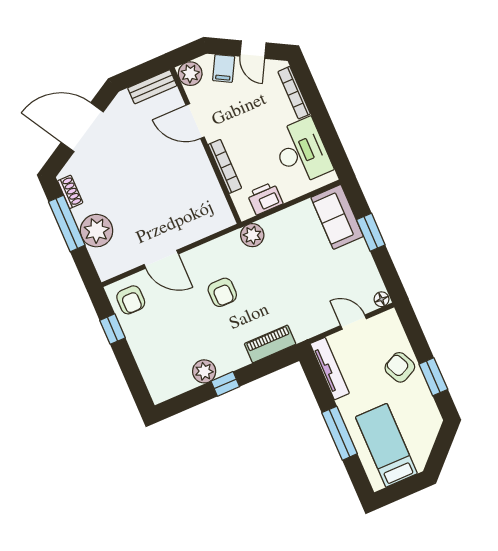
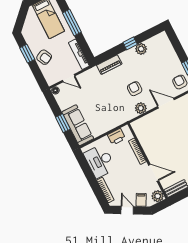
sofa: (337, 217) -> (78, 125), width x1.36
plant: (252, 235) -> (141, 108), moved

